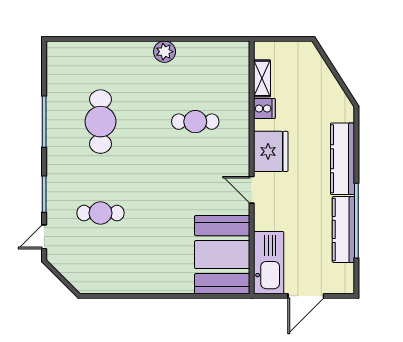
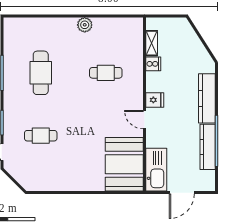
fridge: (271, 151) -> (155, 100), width x0.53, depth x0.75

